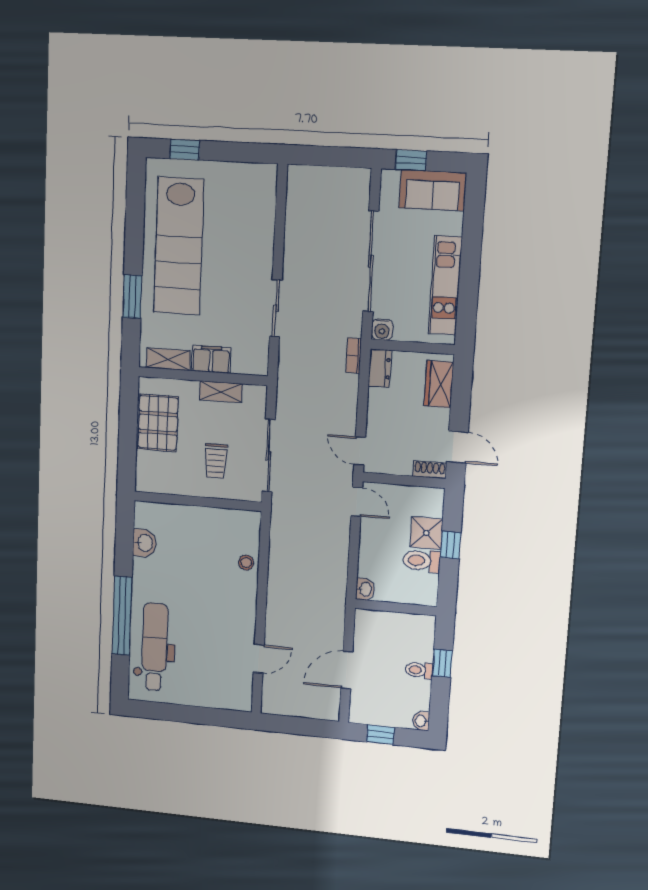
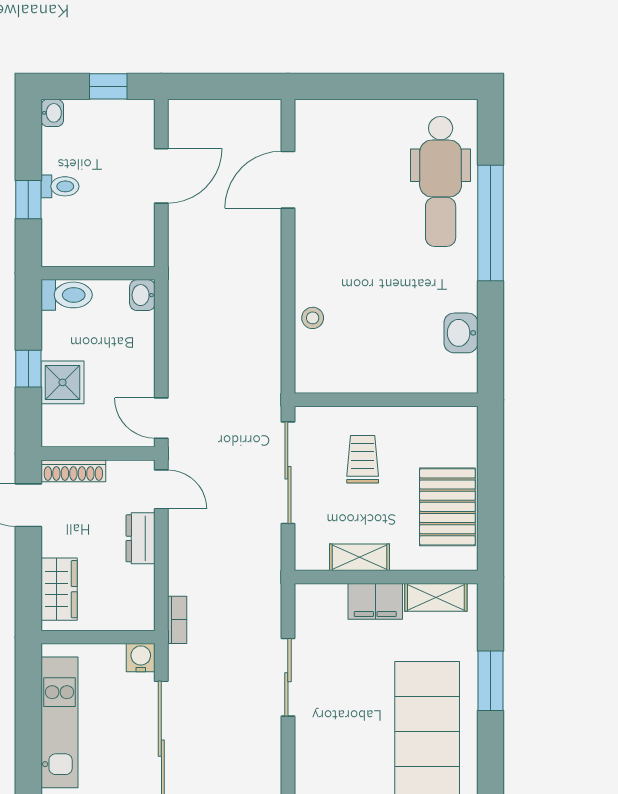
dresser: (380, 368) -> (141, 538), moved
shoe rack: (430, 470) -> (73, 471), width x1.43
toilet: (422, 561) -> (67, 295), moved
door: (259, 659) -> (288, 180), width x1.38

